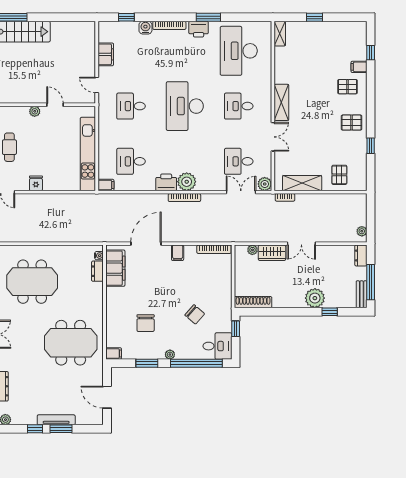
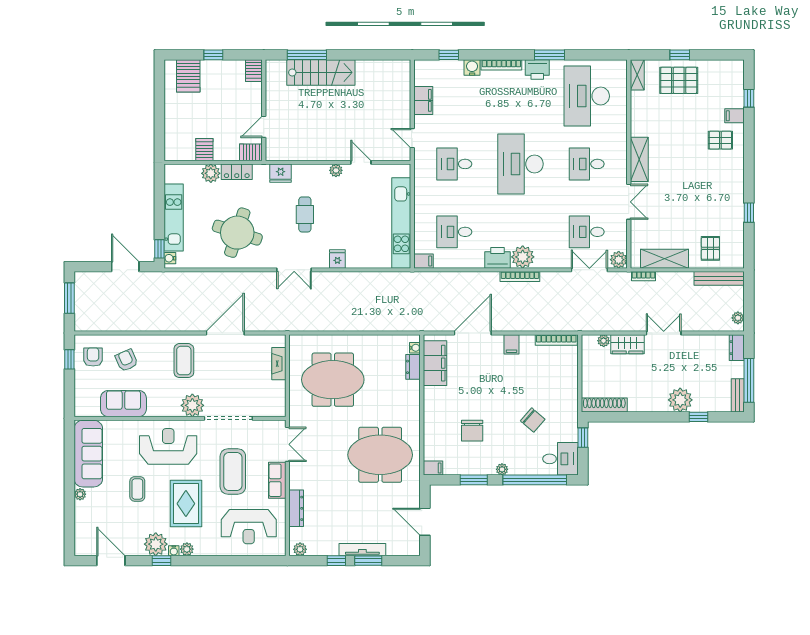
pallet: (352, 123) -> (679, 80), moved, width x1.50, depth x1.42
bench: (346, 199) -> (719, 278), added
double door: (301, 244) -> (664, 333), swing flipped

